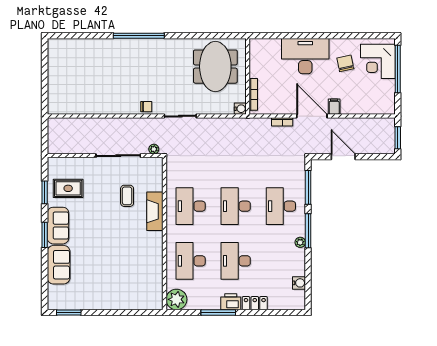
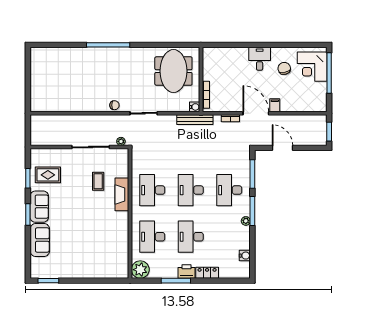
desk: (305, 56) -> (260, 59), width x0.53, depth x0.77
bench: (240, 124) -> (195, 120), added

